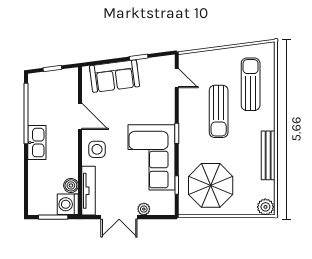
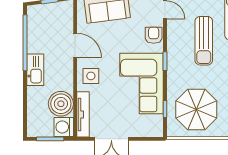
armchair: (165, 106) -> (154, 35), added
boiler: (71, 185) -> (61, 104), width x1.86, depth x1.86
plant: (144, 209) -> (134, 131), removed

